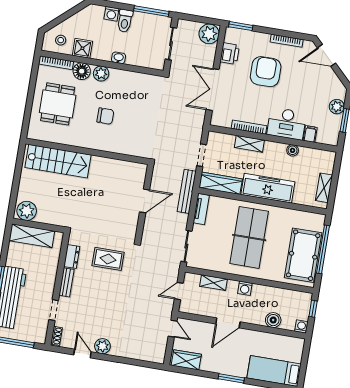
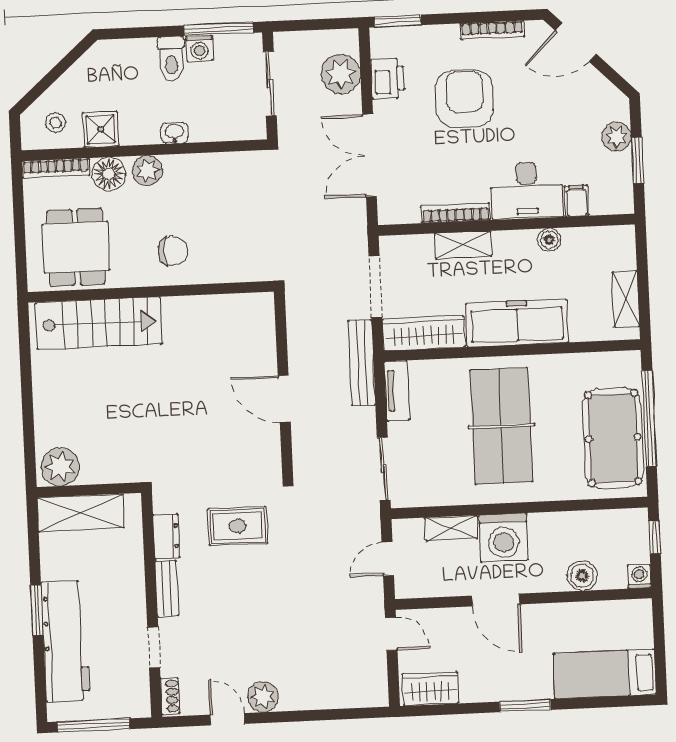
washing machine: (111, 14) -> (199, 48), moved
plant: (209, 34) -> (341, 74), moved
wall: (87, 151) -> (151, 292), moved
doorway: (202, 155) -> (375, 287), width x1.38
stairs: (58, 161) -> (99, 323), moved
door: (145, 201) -> (284, 399), swing flipped
washing machine: (245, 288) -> (504, 538), width x1.89, depth x1.89
door: (228, 323) -> (496, 600), hinge flipped

